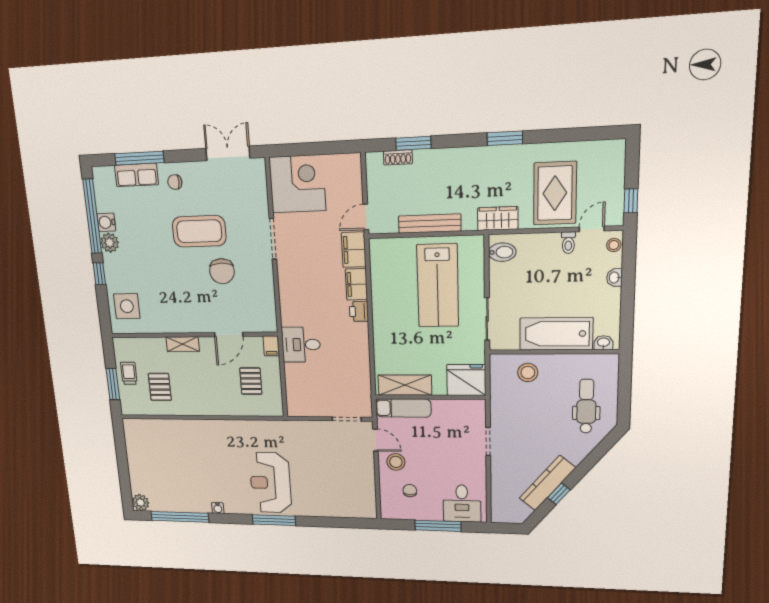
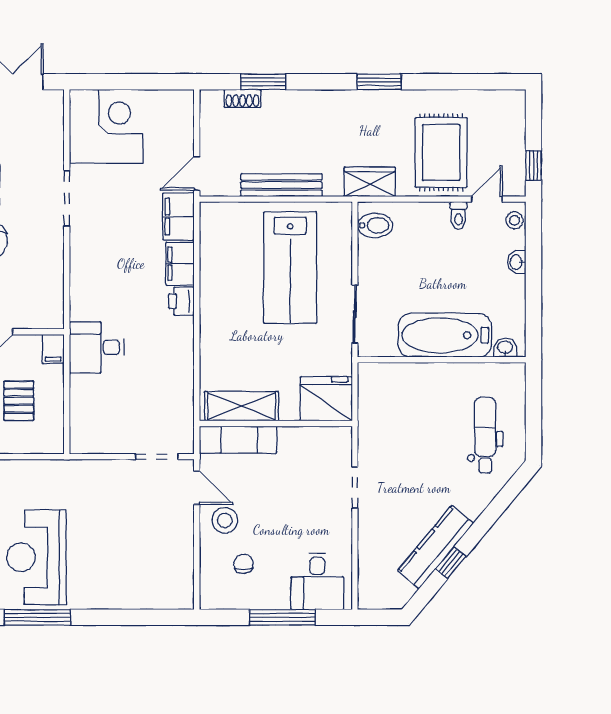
stool: (528, 372) -> (408, 388), removed

